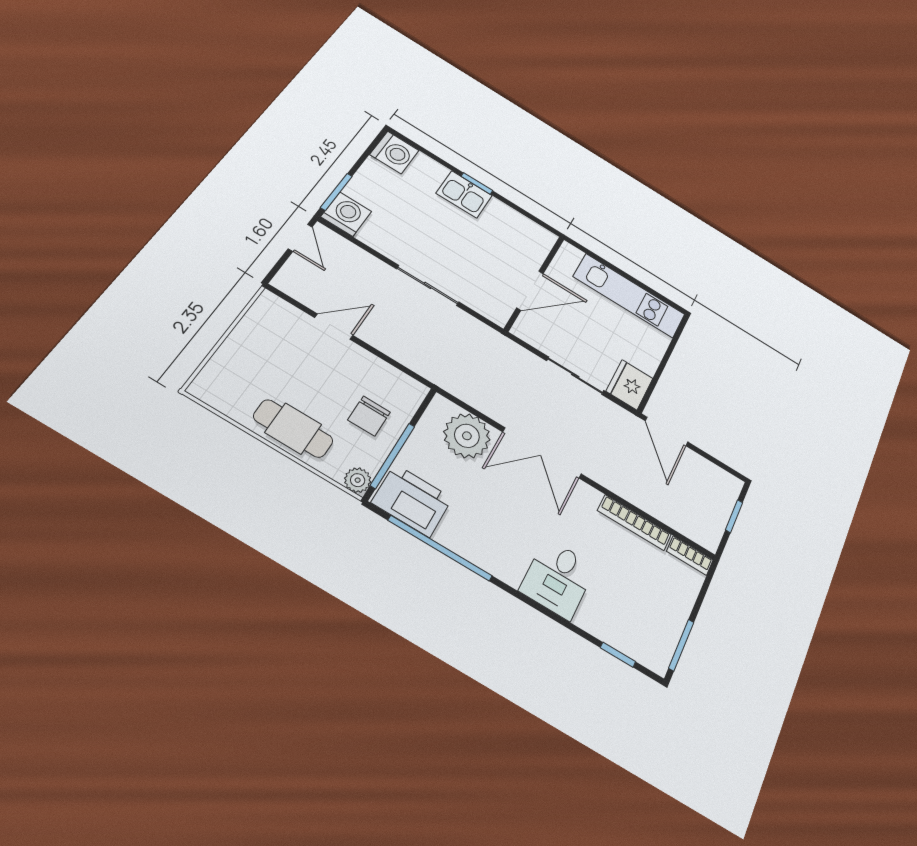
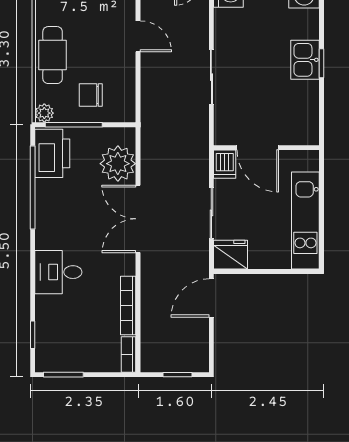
dishwasher: (530, 331) -> (225, 164), added

